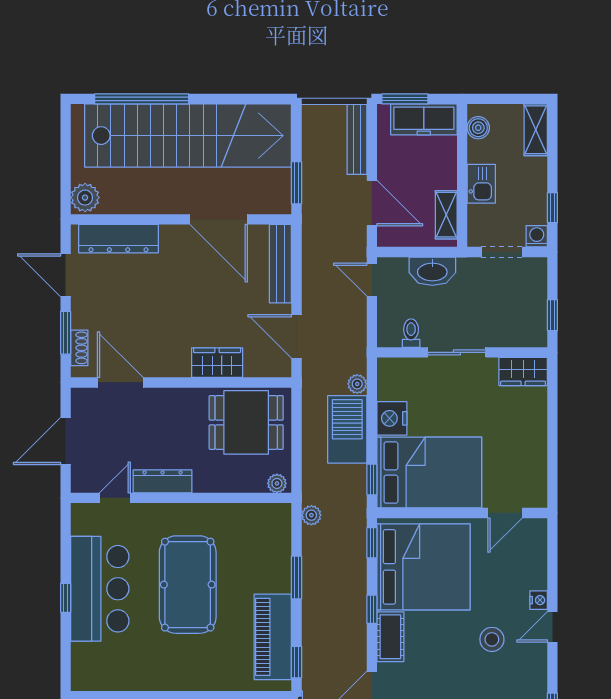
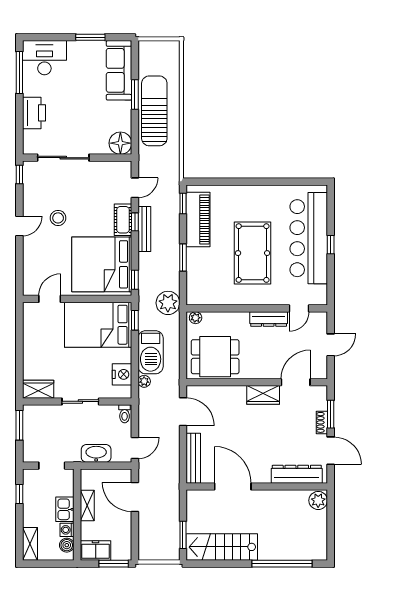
freezer: (424, 119) -> (96, 550), width x0.71
stairs: (188, 136) -> (222, 547), width x0.54, depth x0.66
bench: (357, 139) -> (144, 229), moved
window: (296, 183) -> (183, 535), moved
shelving: (446, 215) -> (87, 505), moved
washing machine: (537, 236) -> (67, 530), moved, turned 90
door: (372, 280) -> (135, 448), hinge flipped
window: (552, 315) -> (19, 425), width x1.50
toilet: (411, 333) -> (125, 414), moved
shoe rack: (79, 348) -> (322, 422), moved
wardrobe: (217, 363) -> (263, 395), moved
door: (120, 382) -> (296, 382), swing flipped
nightstand: (392, 418) -> (122, 374), moved
door: (66, 441) -> (331, 345), width x0.73
plant: (311, 515) -> (168, 303), width x1.87, depth x1.87
bar counter: (100, 589) -> (309, 238), width x1.36
nightstand: (539, 600) -> (28, 243), removed
window: (372, 609) -> (135, 222), moved

